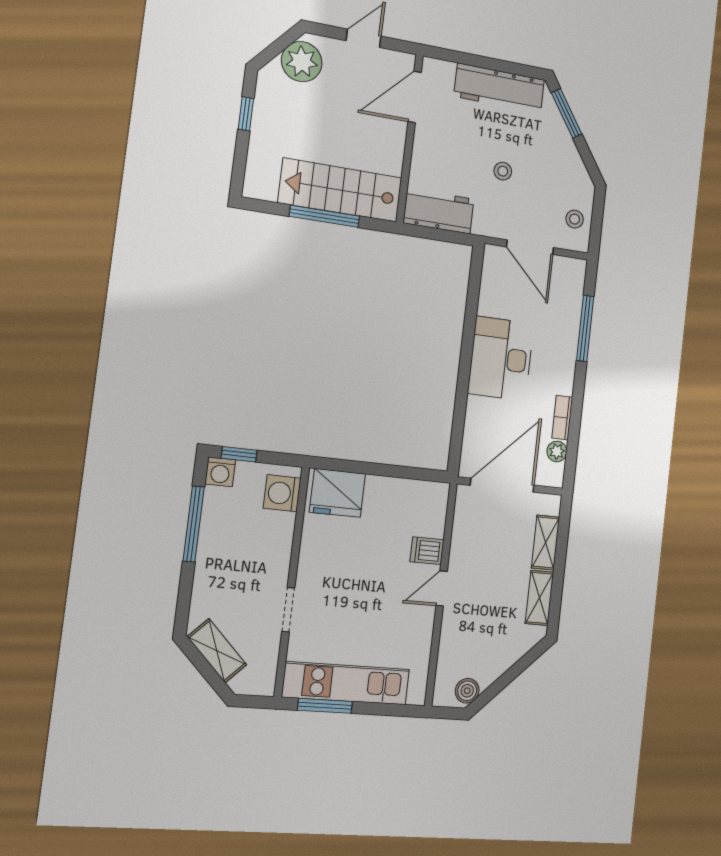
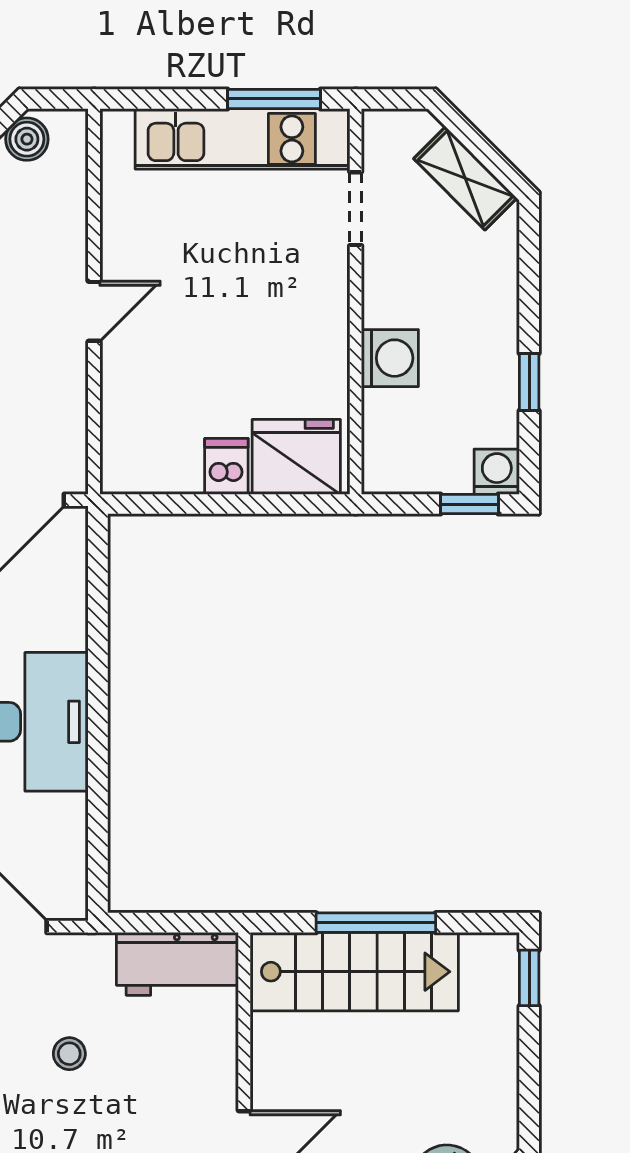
window: (246, 114) -> (529, 978), moved
washing machine: (282, 493) -> (390, 358), moved
window: (194, 524) -> (529, 382), width x0.46
dishwasher: (427, 551) -> (226, 466), moved, turned -90
doorway: (288, 610) -> (356, 209), moved

